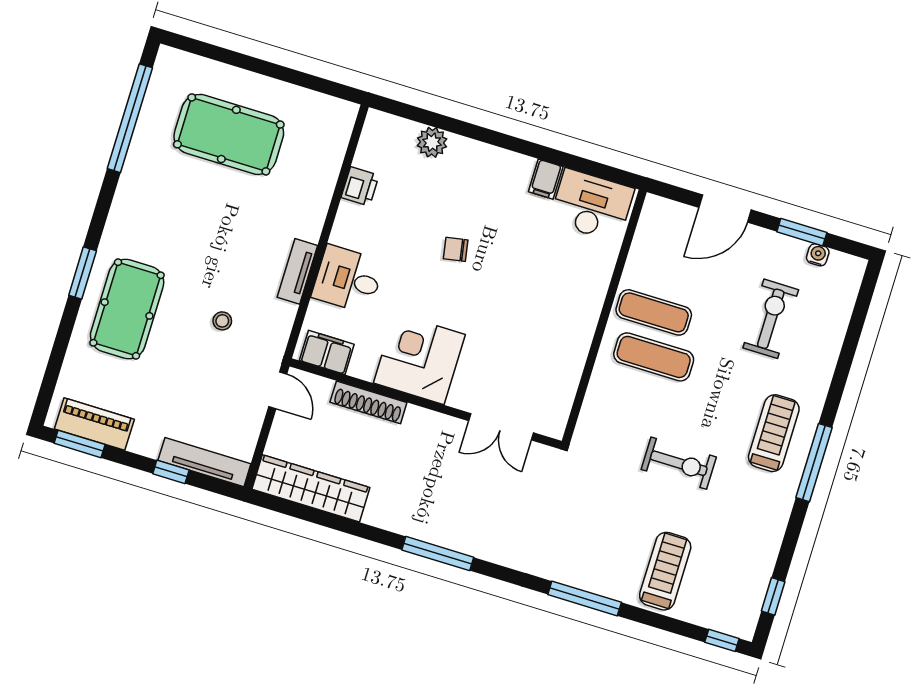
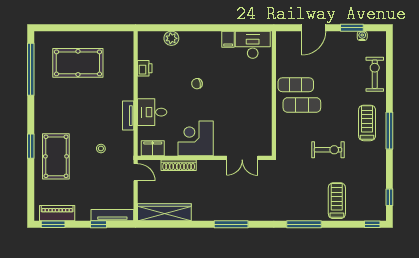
exercise bike: (771, 319) -> (375, 74), moved

